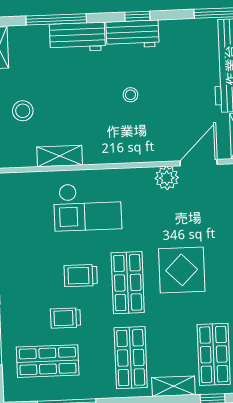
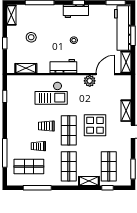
workbench: (77, 37) -> (63, 66), moved, turned 180
stool: (23, 111) -> (31, 37), moved
shelving: (60, 156) -> (26, 68), moved

